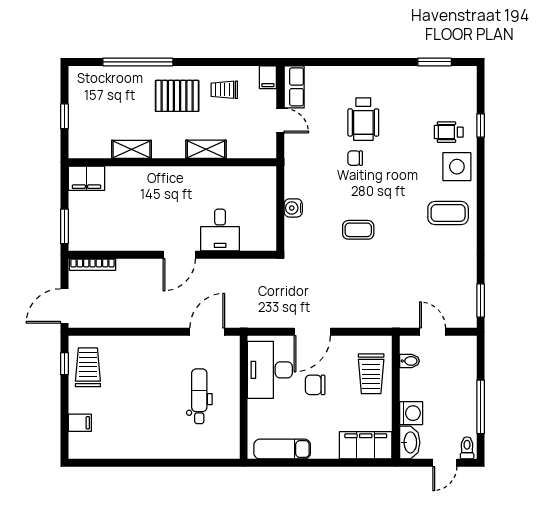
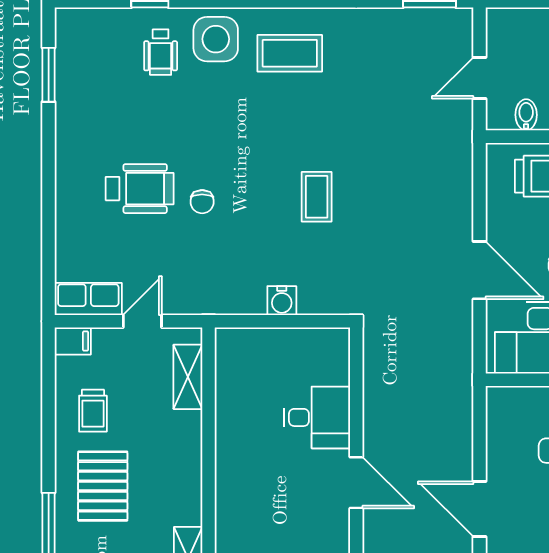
shelving: (206, 149) -> (188, 377), moved
coffee table: (448, 213) -> (290, 53), turned 90
door: (207, 332) -> (479, 509), moved

